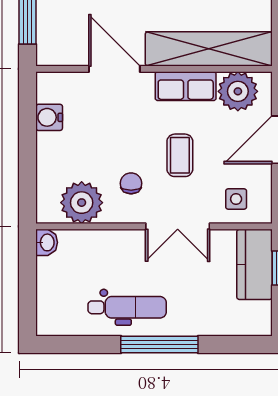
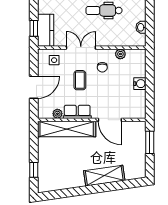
plant: (238, 91) -> (57, 114), width x0.53, depth x0.53
water cooler: (49, 117) -> (140, 84), moved
plant: (82, 203) -> (120, 54), width x0.53, depth x0.53
washbasin: (47, 242) -> (141, 27), moved

